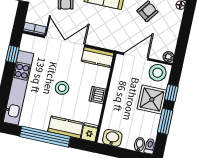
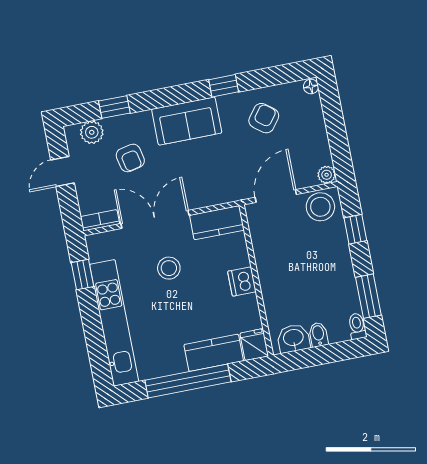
stool: (62, 88) -> (169, 268), moved
shower: (152, 99) -> (329, 252), removed
window: (165, 121) -> (368, 296), moved
bidet: (139, 144) -> (318, 335), moved

